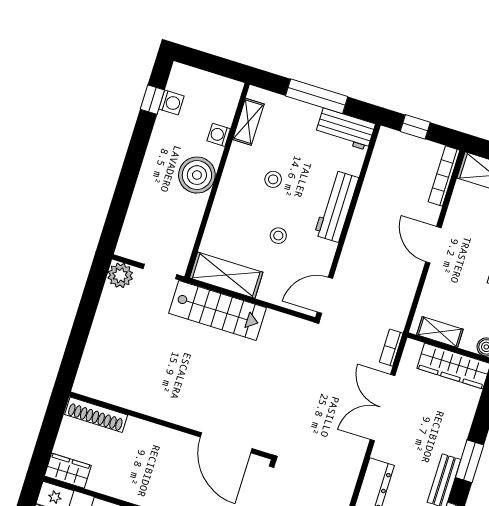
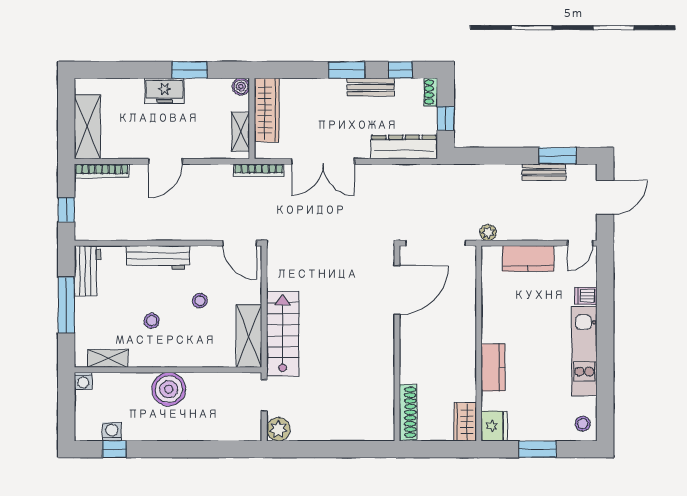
washing machine: (219, 135) -> (83, 381), moved
bookcase: (391, 348) -> (259, 170), width x1.56

